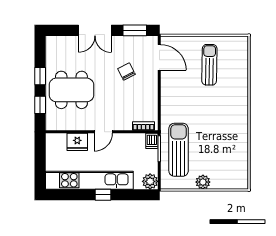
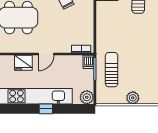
sun lounger: (179, 150) -> (112, 70), width x0.73, depth x0.75

